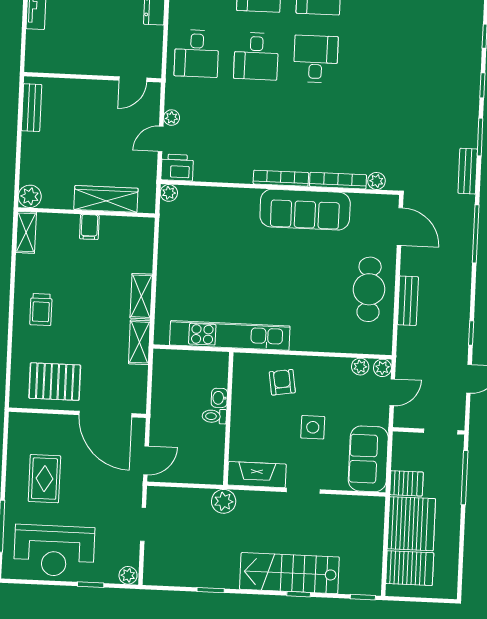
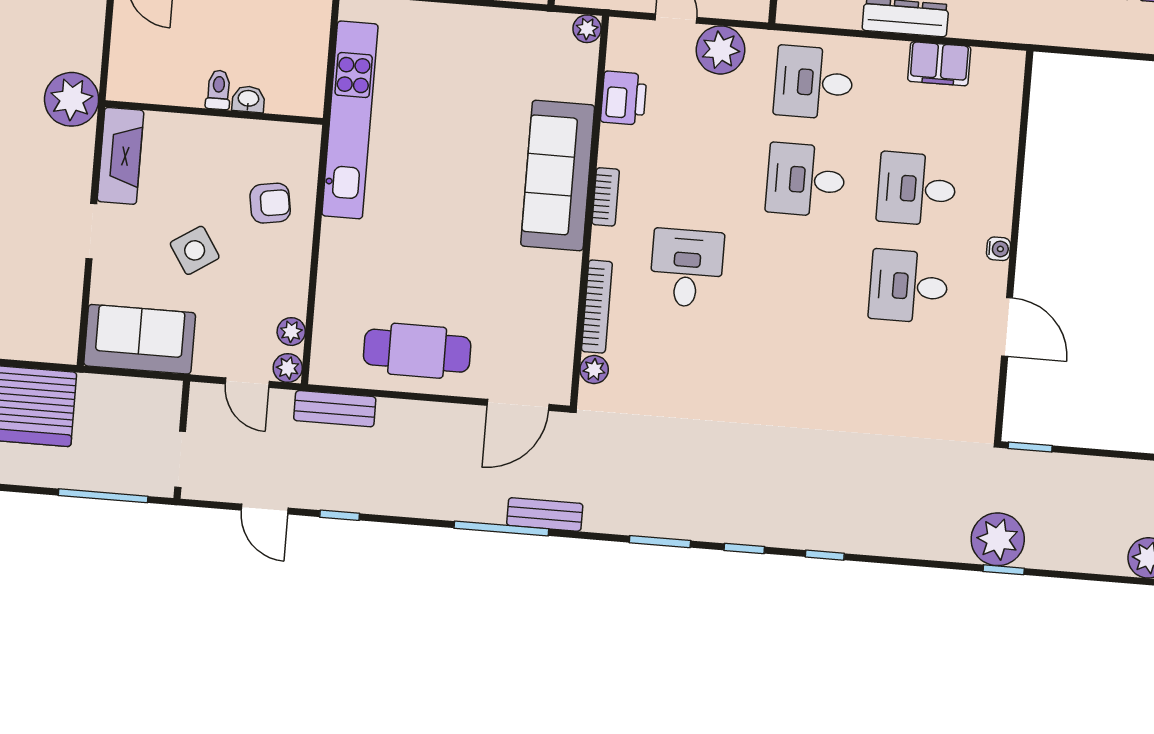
desk: (316, 59) -> (687, 268), moved, turned -90
plant: (172, 118) -> (721, 50), width x1.88, depth x1.88
printer: (177, 168) -> (624, 98), moved
bench: (468, 171) -> (545, 514), moved
bookcase: (281, 178) -> (606, 197), width x0.64
sofa: (305, 210) -> (558, 176), moved
bench: (408, 301) -> (335, 409), moved
side table: (313, 427) -> (195, 250), turned -33
server rack: (406, 483) -> (97, 400), removed
plant: (224, 501) -> (72, 99), width x1.36, depth x1.36

